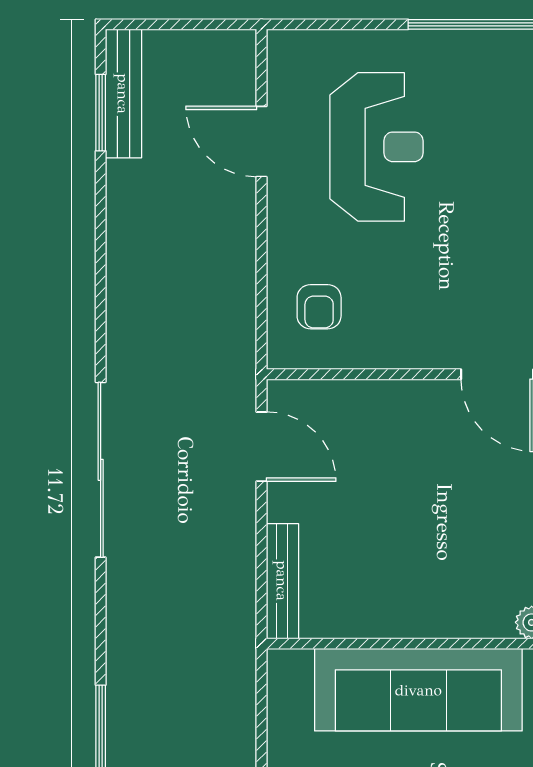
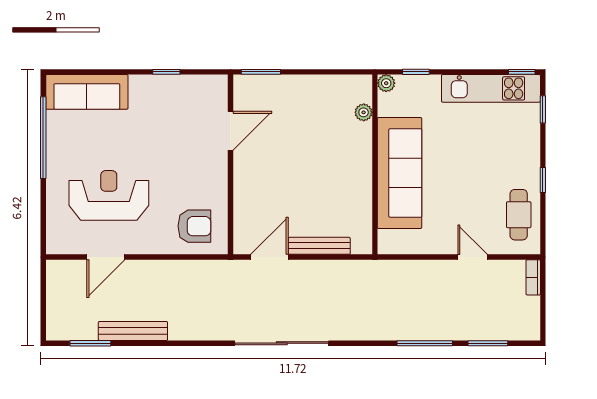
bench: (123, 94) -> (133, 331), moved
armchair: (319, 307) -> (194, 226), width x1.38, depth x1.38
bench: (282, 581) -> (319, 246), moved

